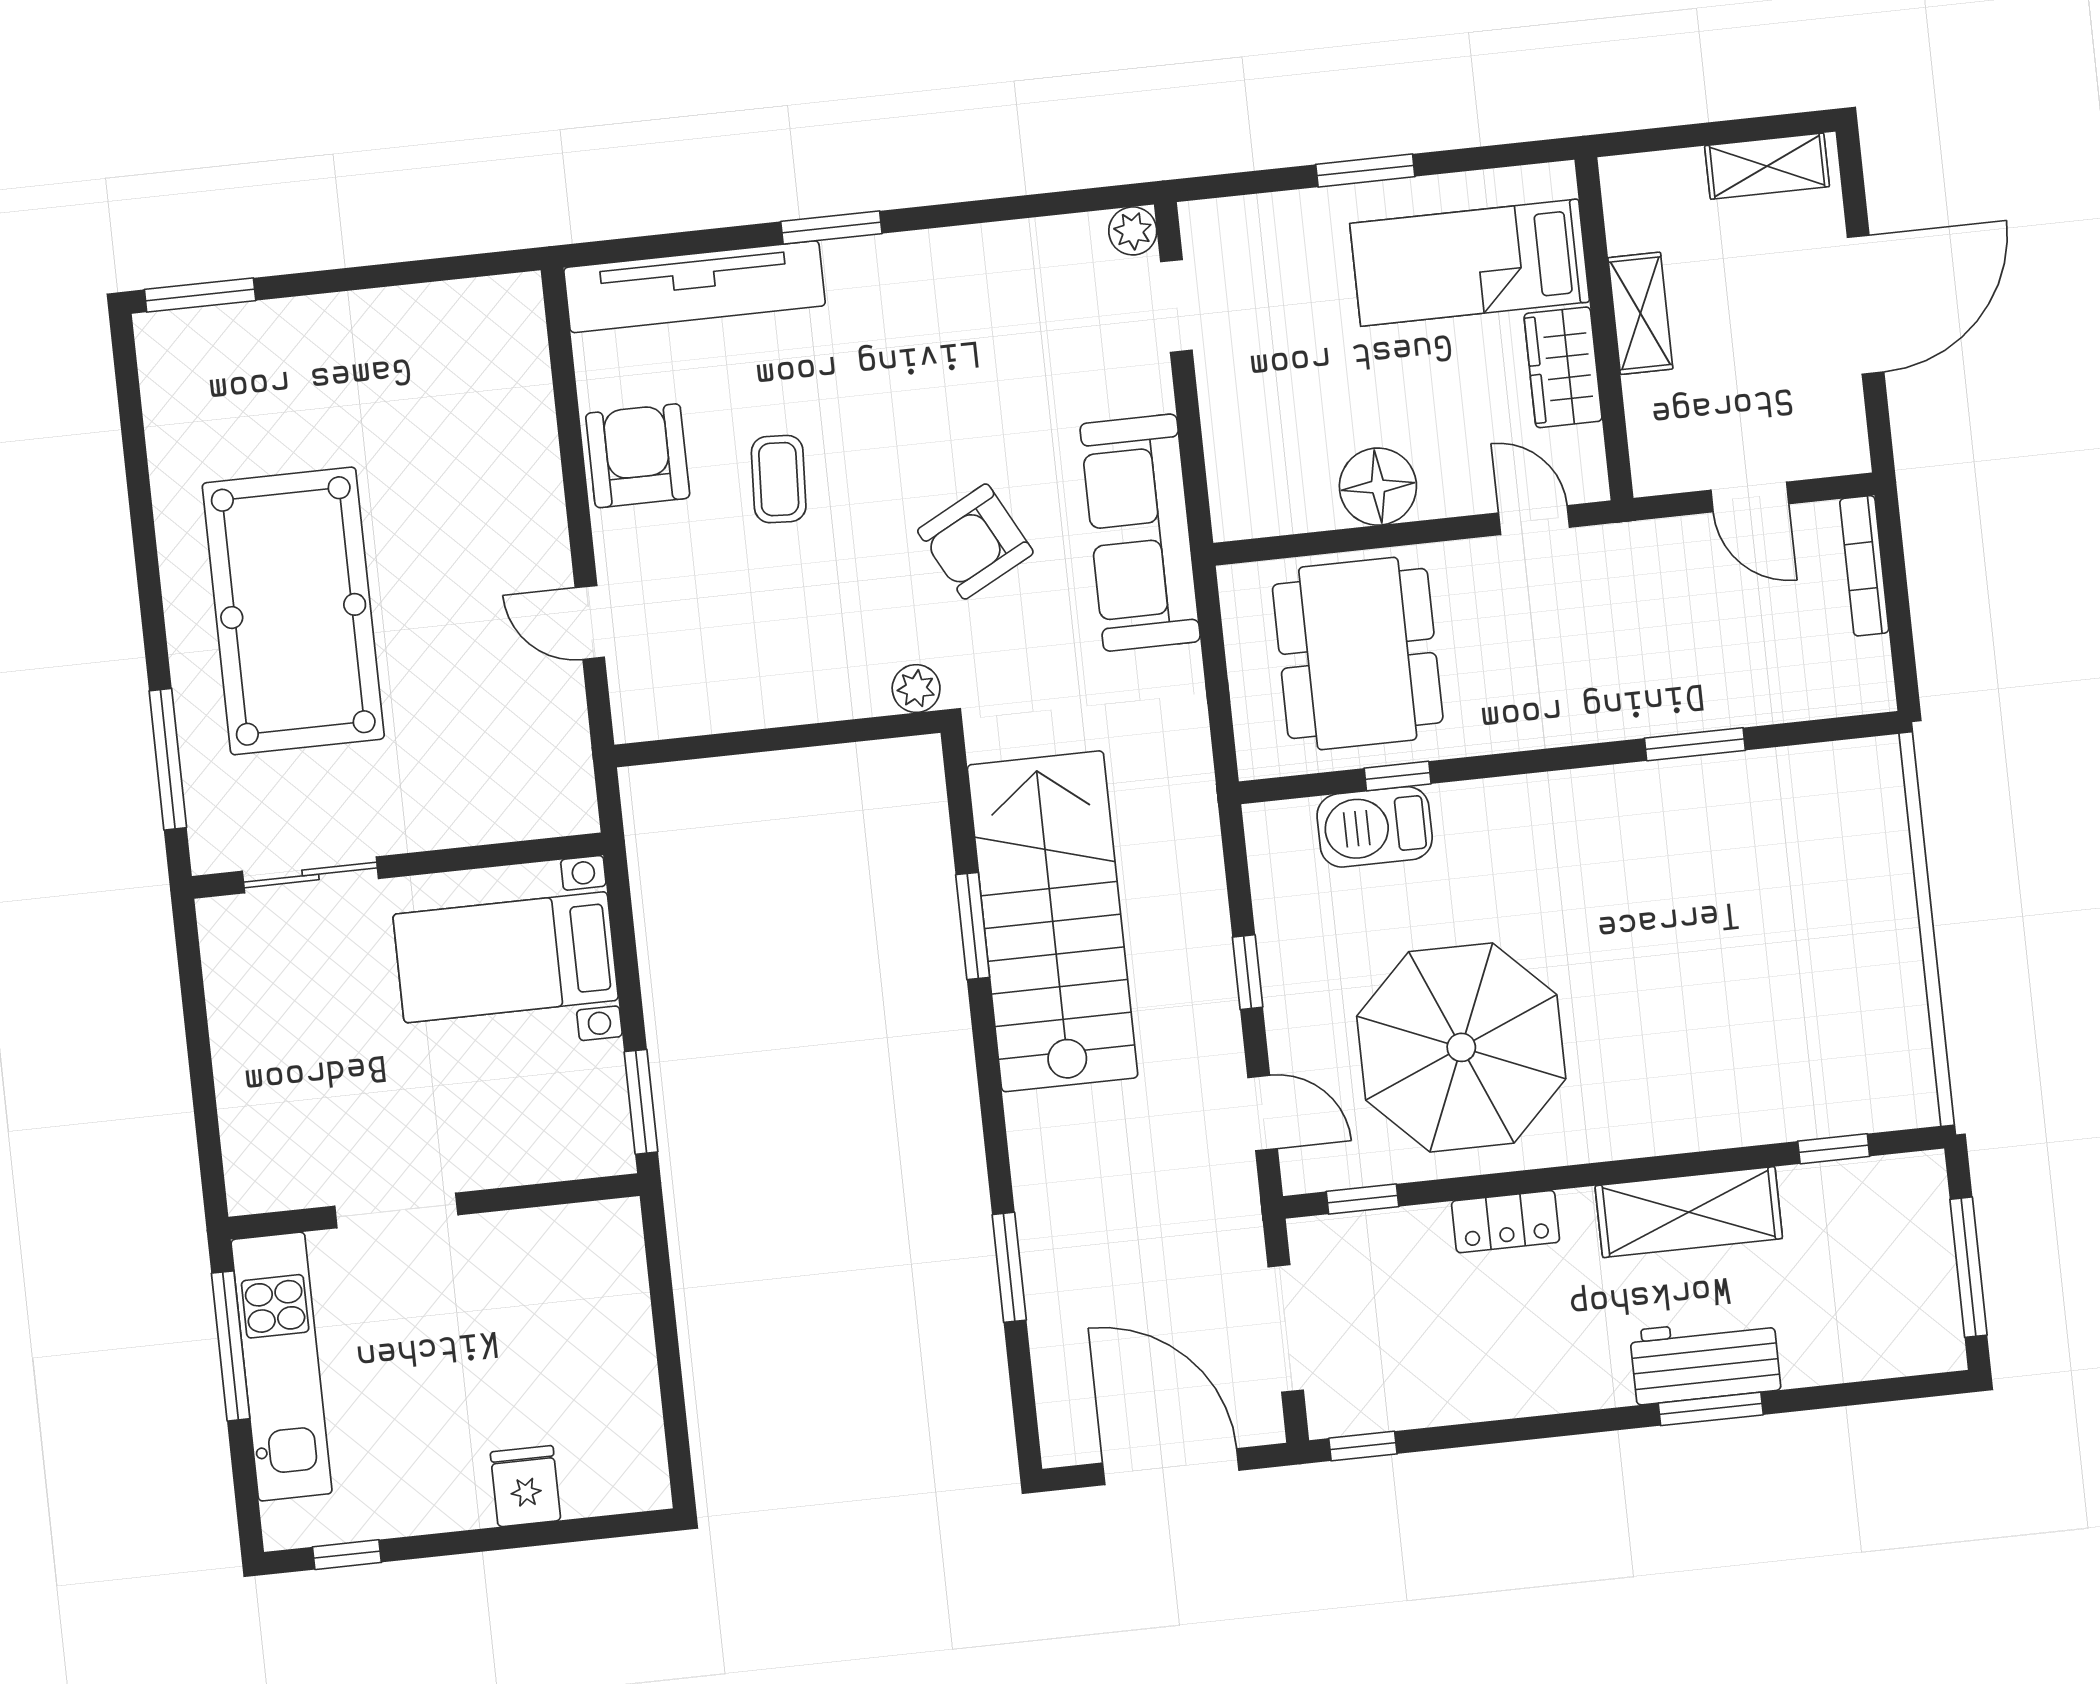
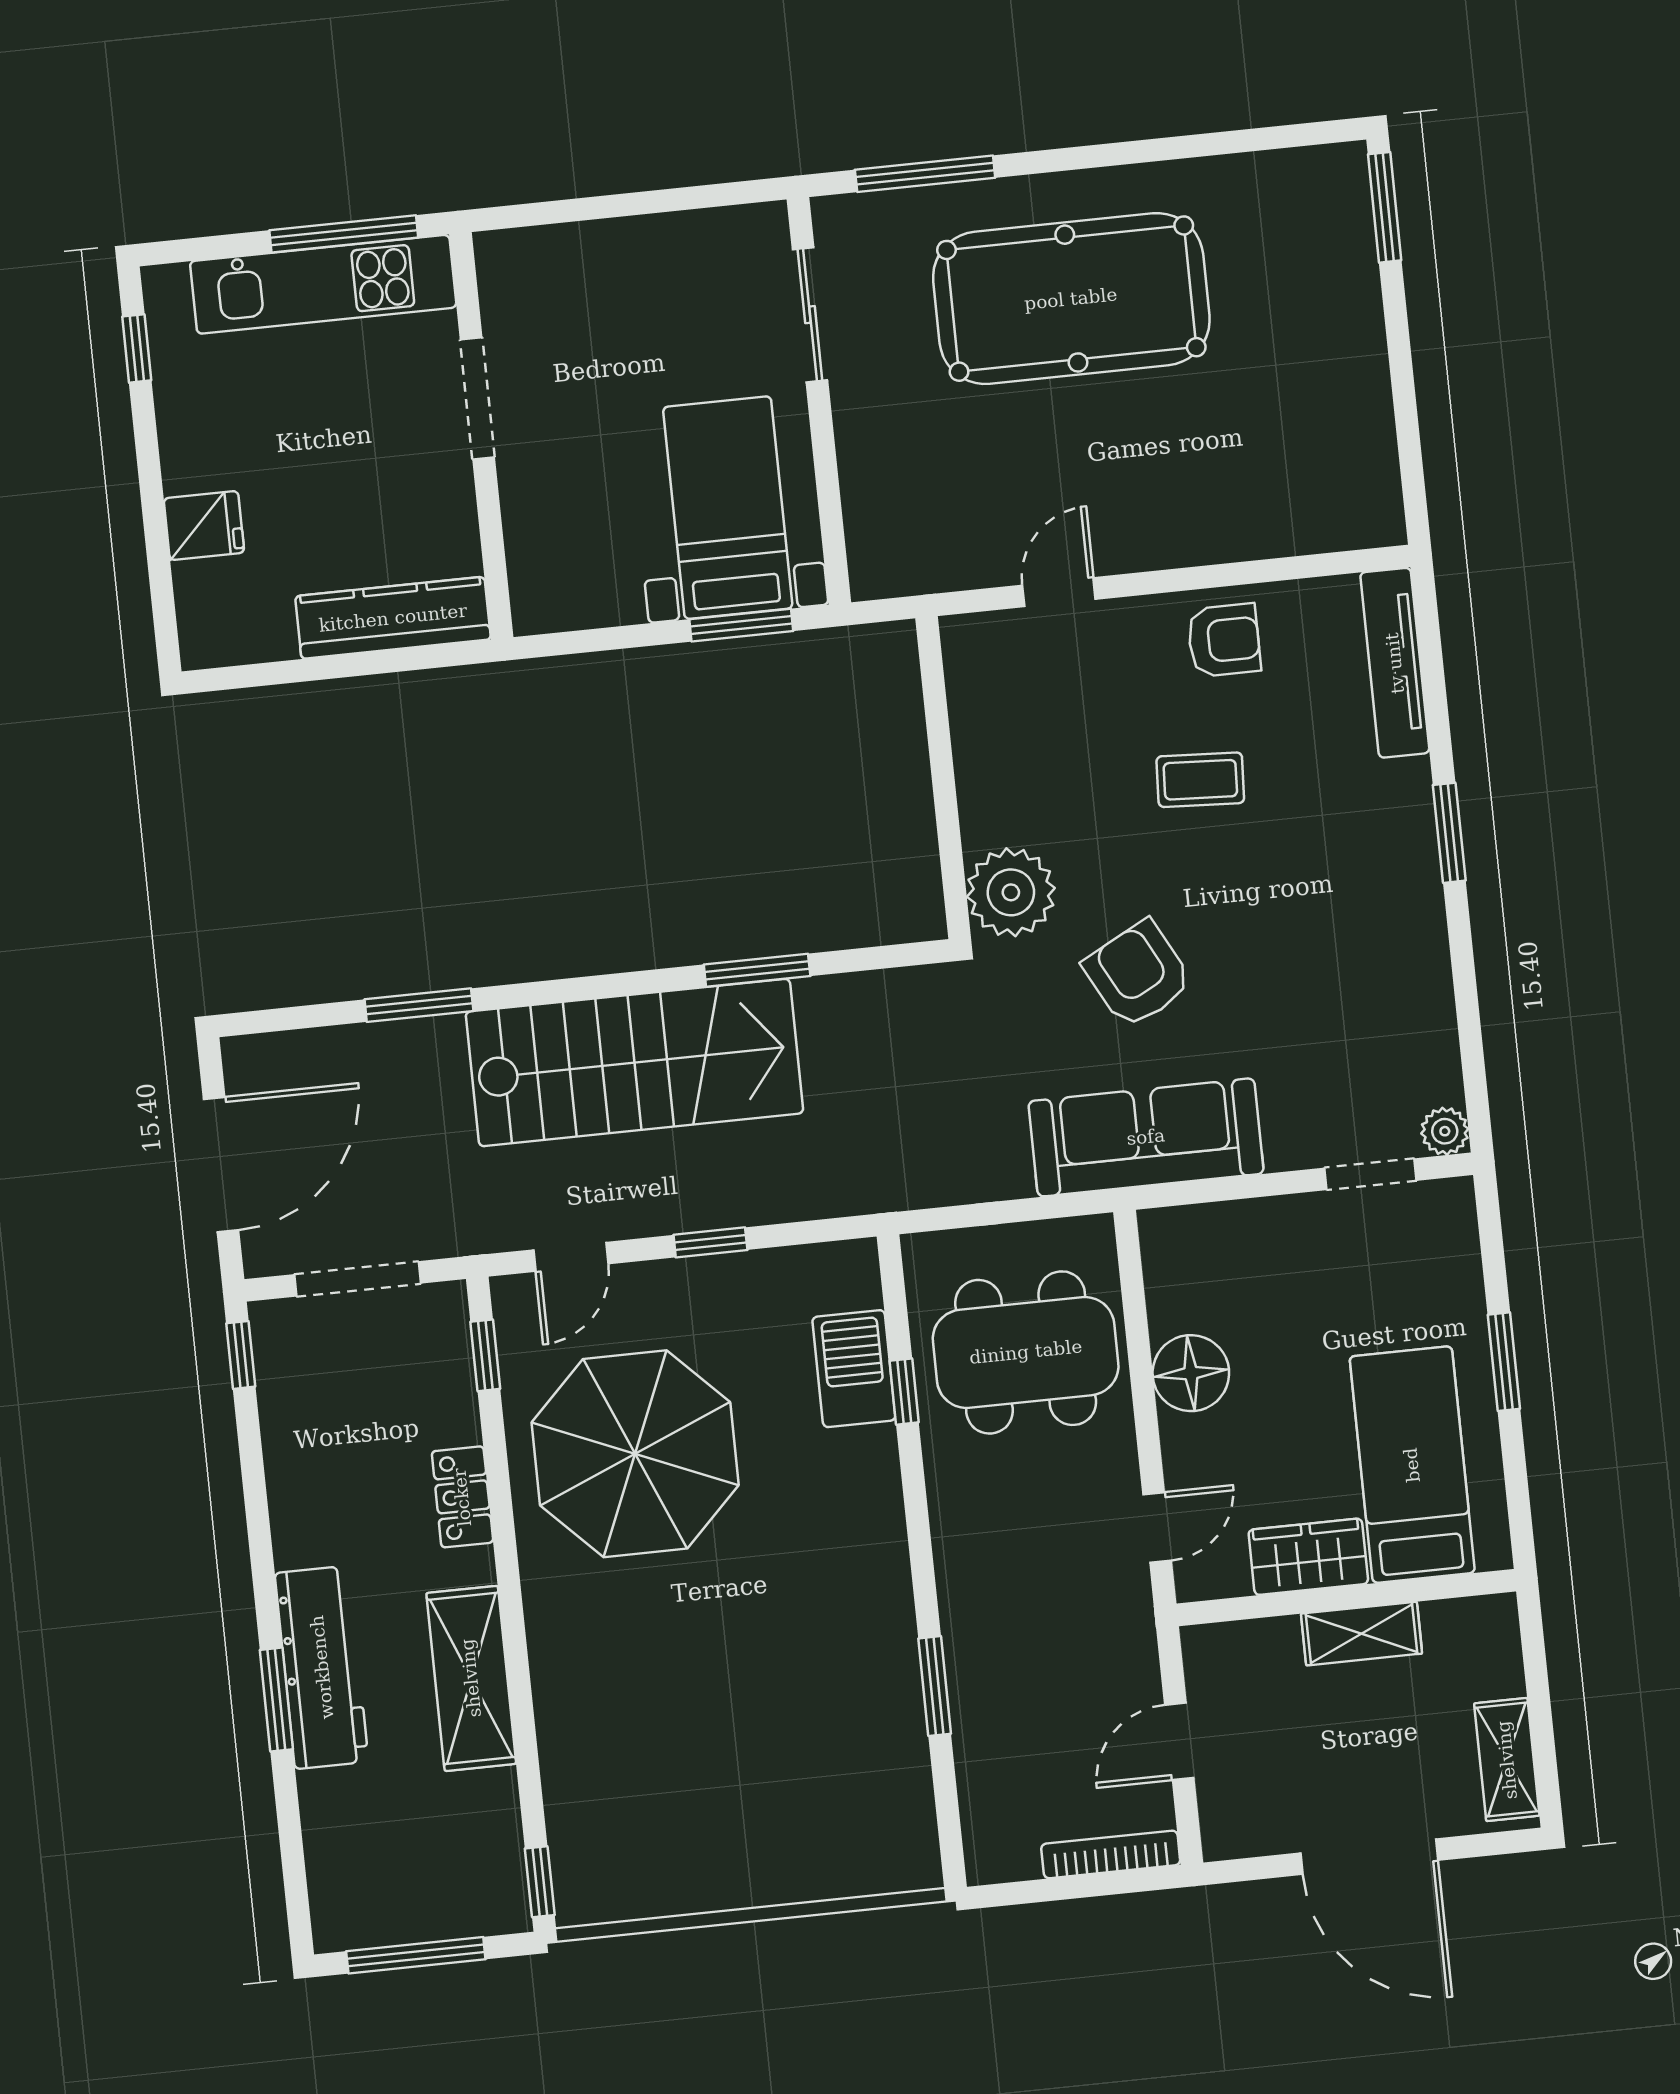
tv unit: (694, 287) -> (1395, 663), width x0.73, depth x0.78
armchair: (638, 456) -> (1224, 640), width x0.72, depth x0.72
plant: (916, 689) -> (1011, 892), width x1.87, depth x1.87
stairs: (1053, 921) -> (634, 1063), moved
window: (641, 1102) -> (741, 625), moved
window: (1834, 1149) -> (540, 1882), moved
kitchen counter: (618, 1295) -> (393, 618), added
workbench: (1705, 1360) -> (322, 1667), width x1.38

